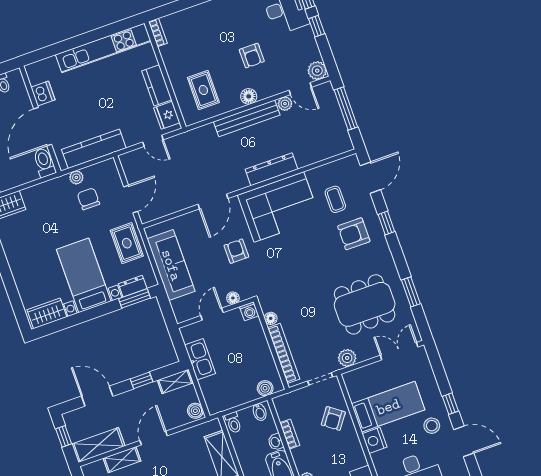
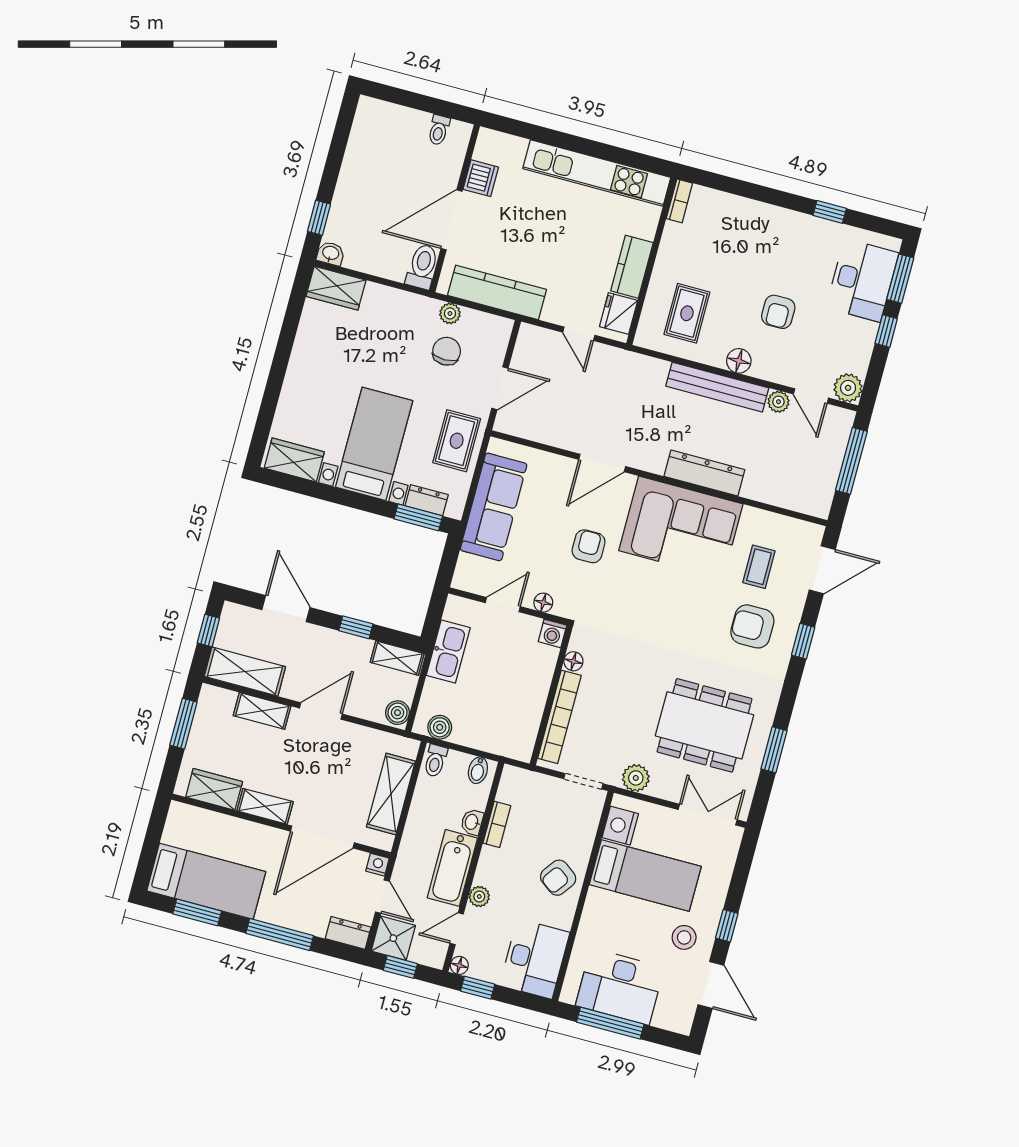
boiler: (265, 388) -> (440, 727), moved
armchair: (333, 418) -> (558, 878), moved
nightstand: (374, 440) -> (620, 826), moved

